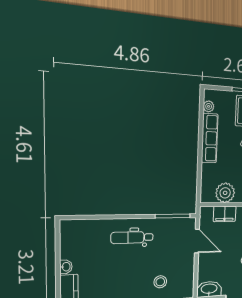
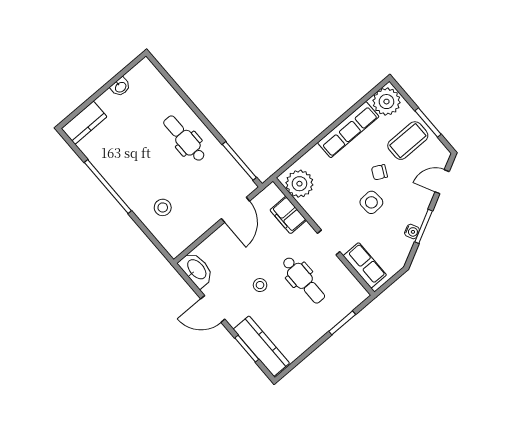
plant: (209, 106) -> (386, 102), width x1.87, depth x1.87
plant: (225, 193) -> (299, 184), moved
washbasin: (66, 267) -> (120, 87), moved

